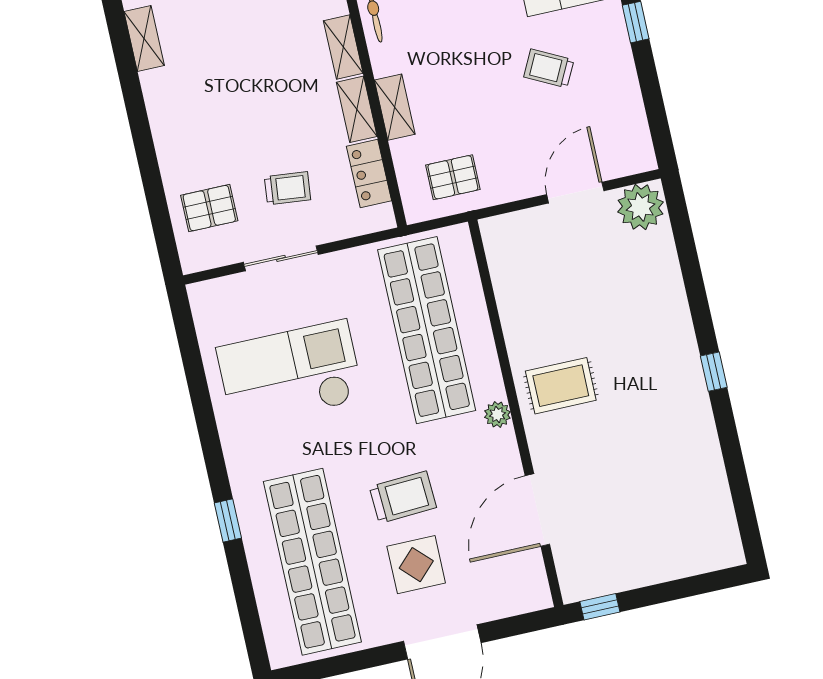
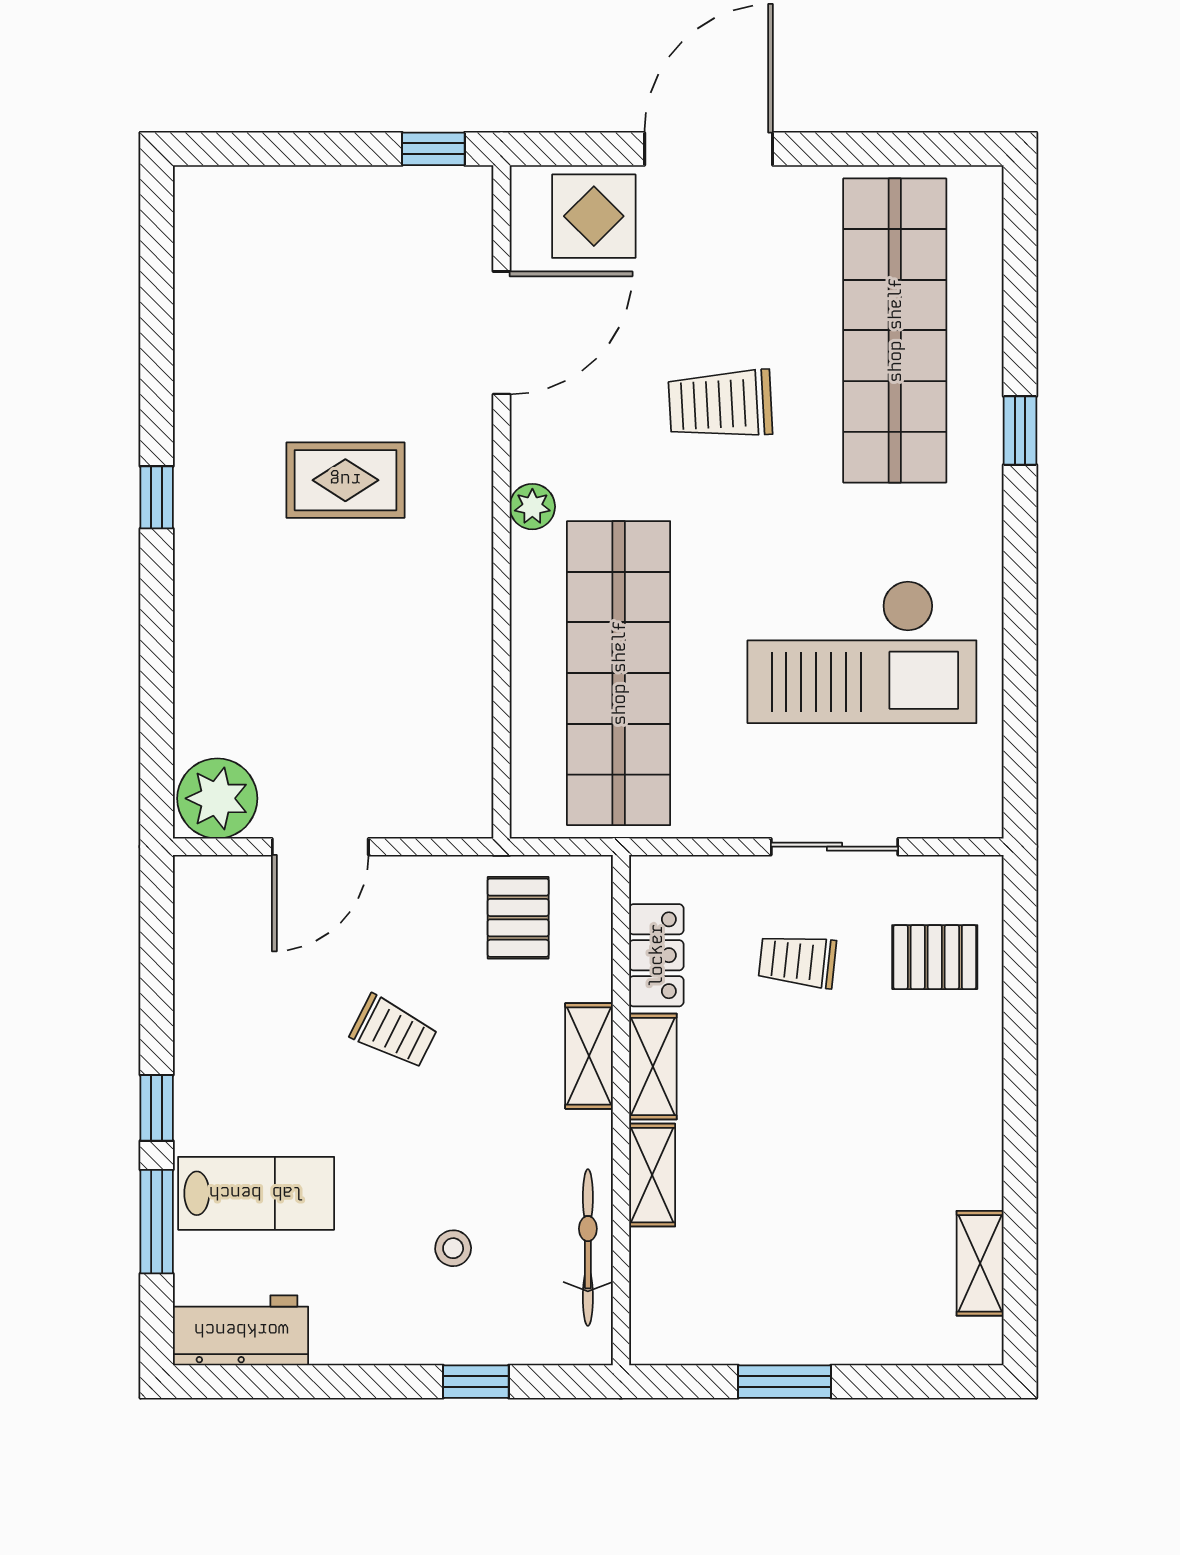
trolley: (549, 68) -> (394, 1032), moved
pallet: (453, 177) -> (518, 918), turned 90
rug: (561, 386) -> (345, 480), moved
display table: (416, 565) -> (594, 216), moved

